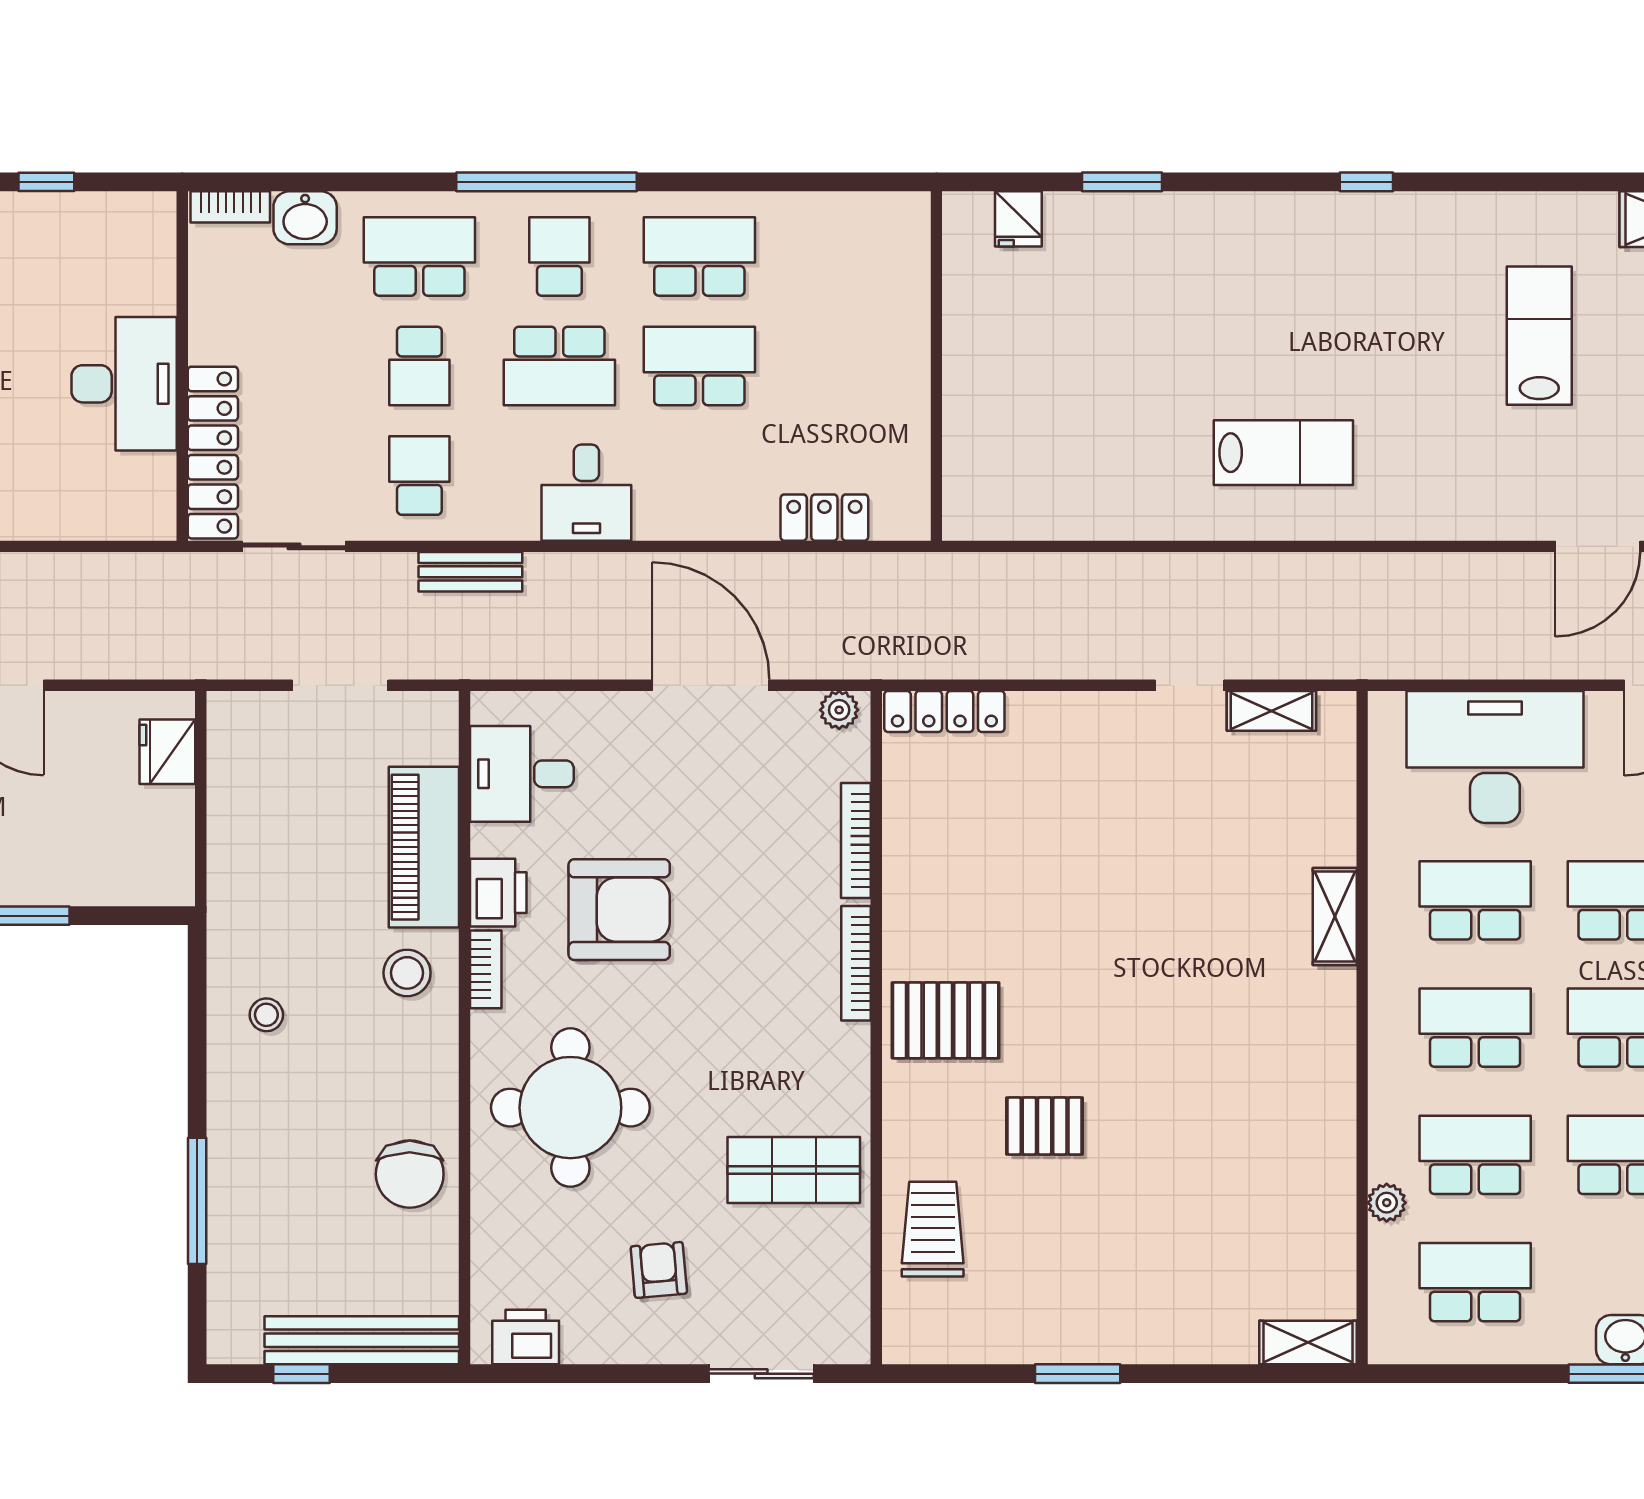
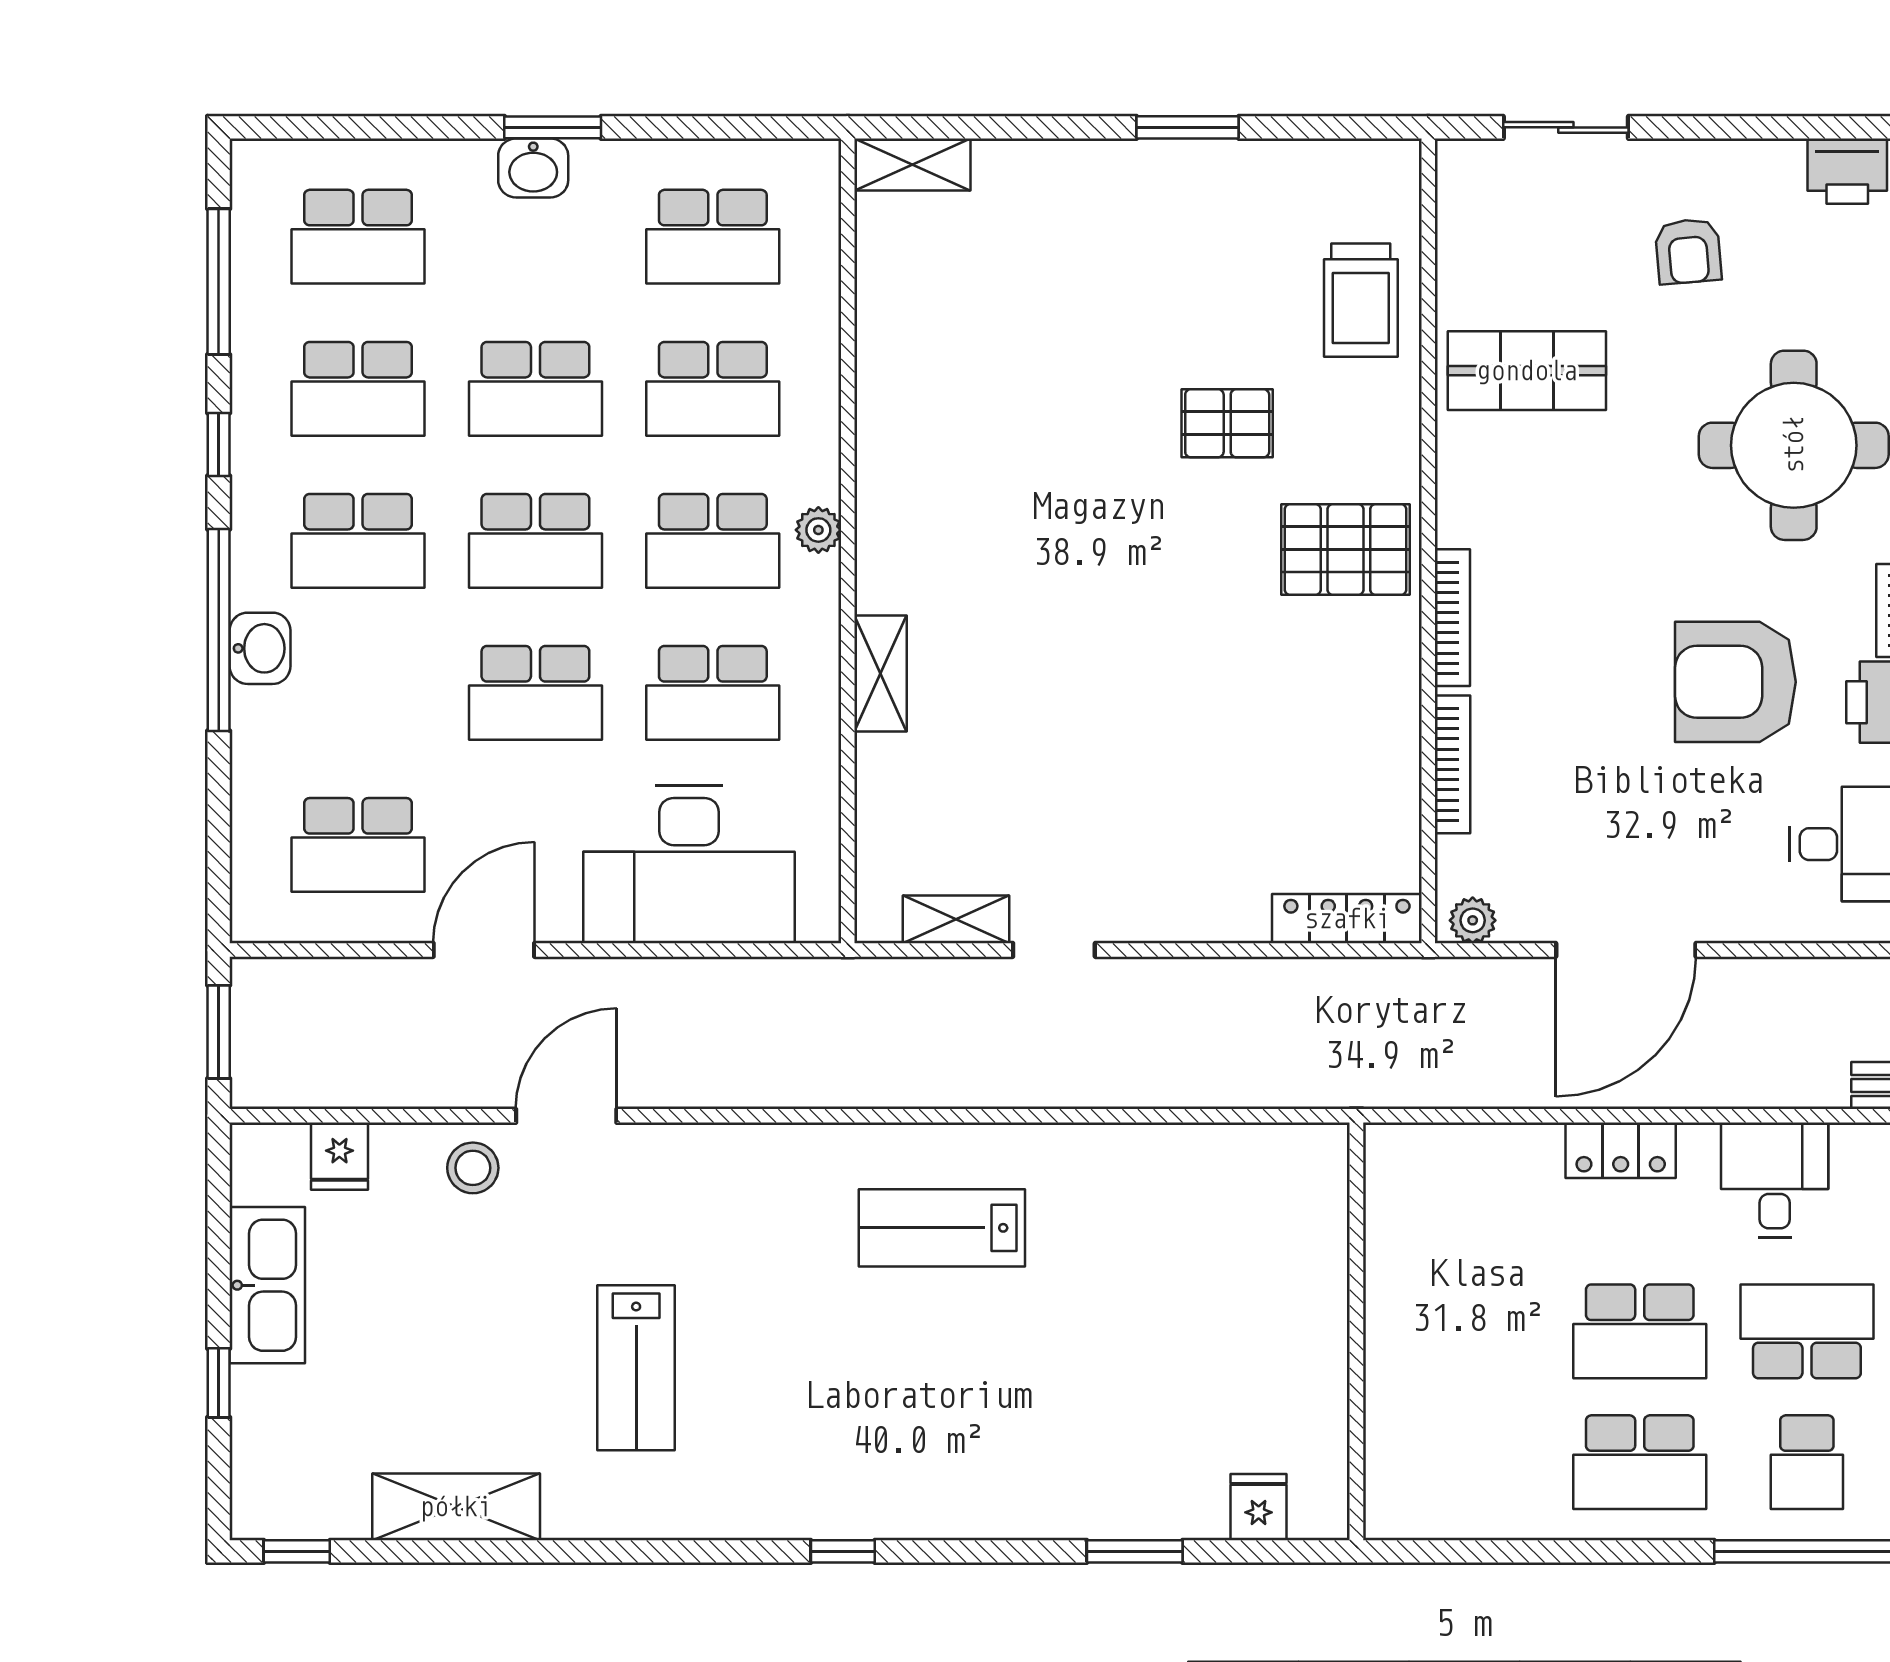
locker: (824, 518) -> (1621, 1150), moved
door: (711, 685) -> (1626, 950), hinge flipped
plant: (1387, 1203) -> (818, 530), moved

